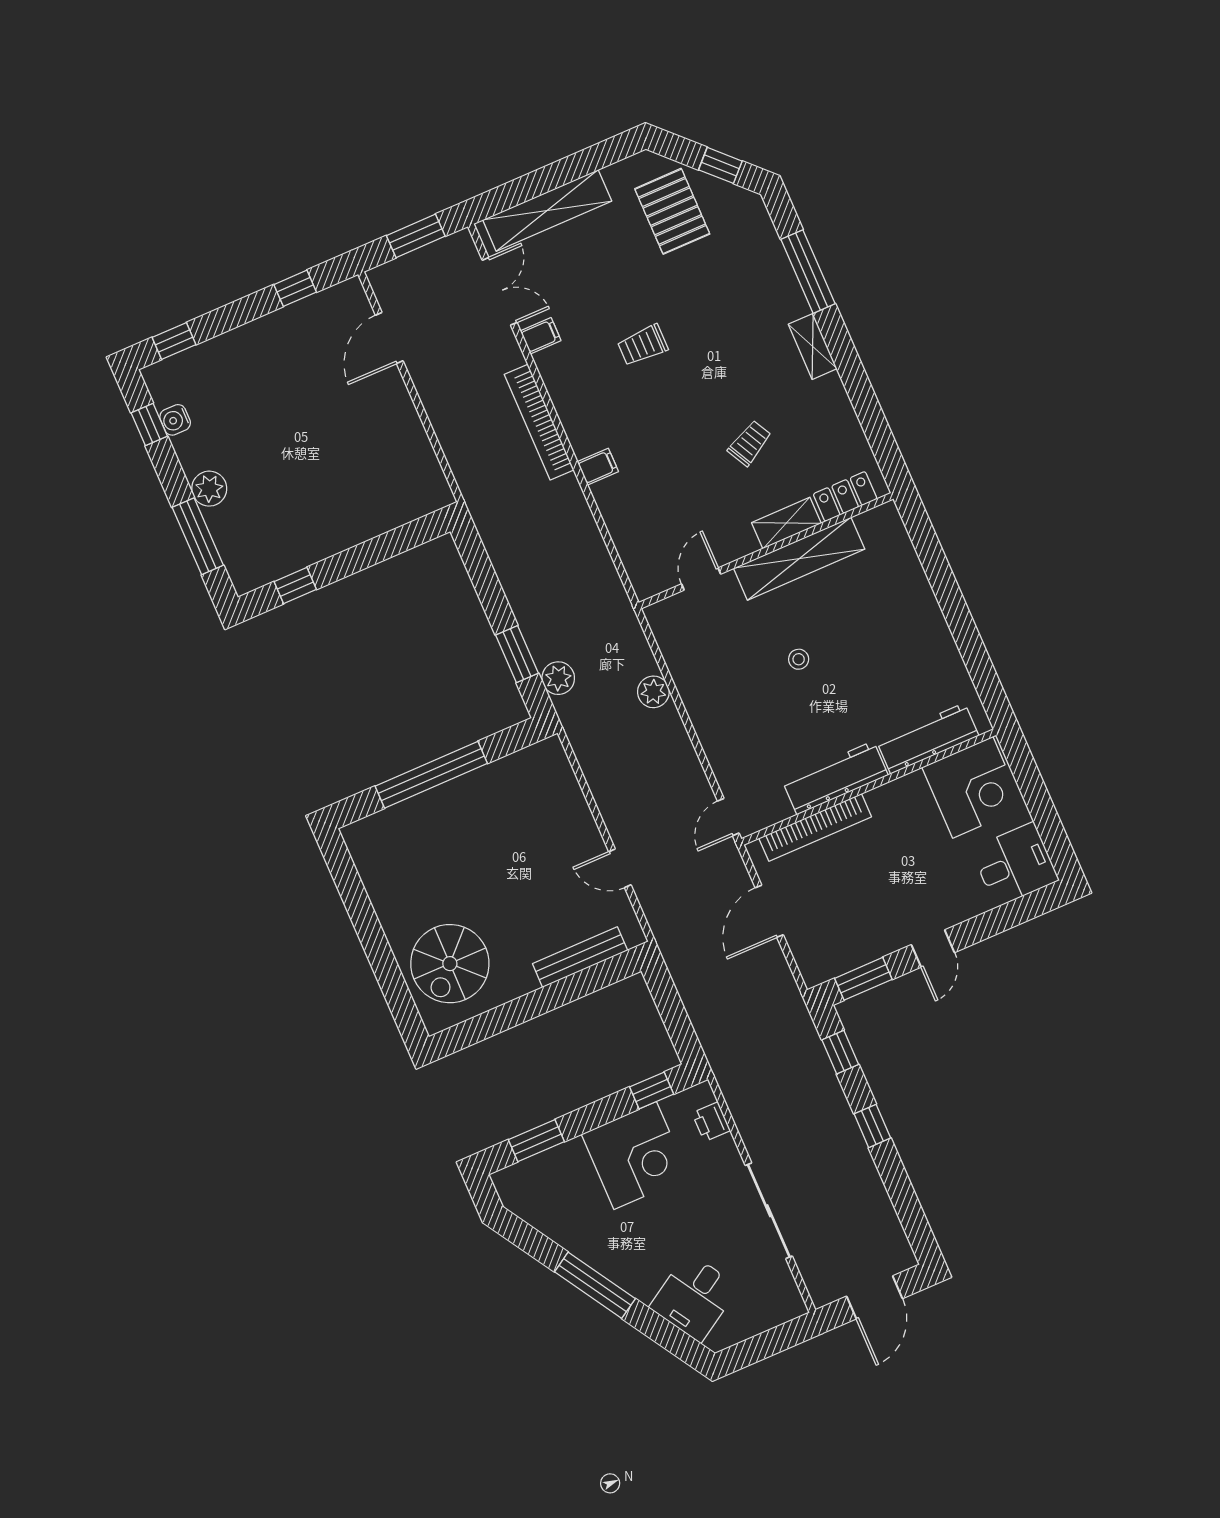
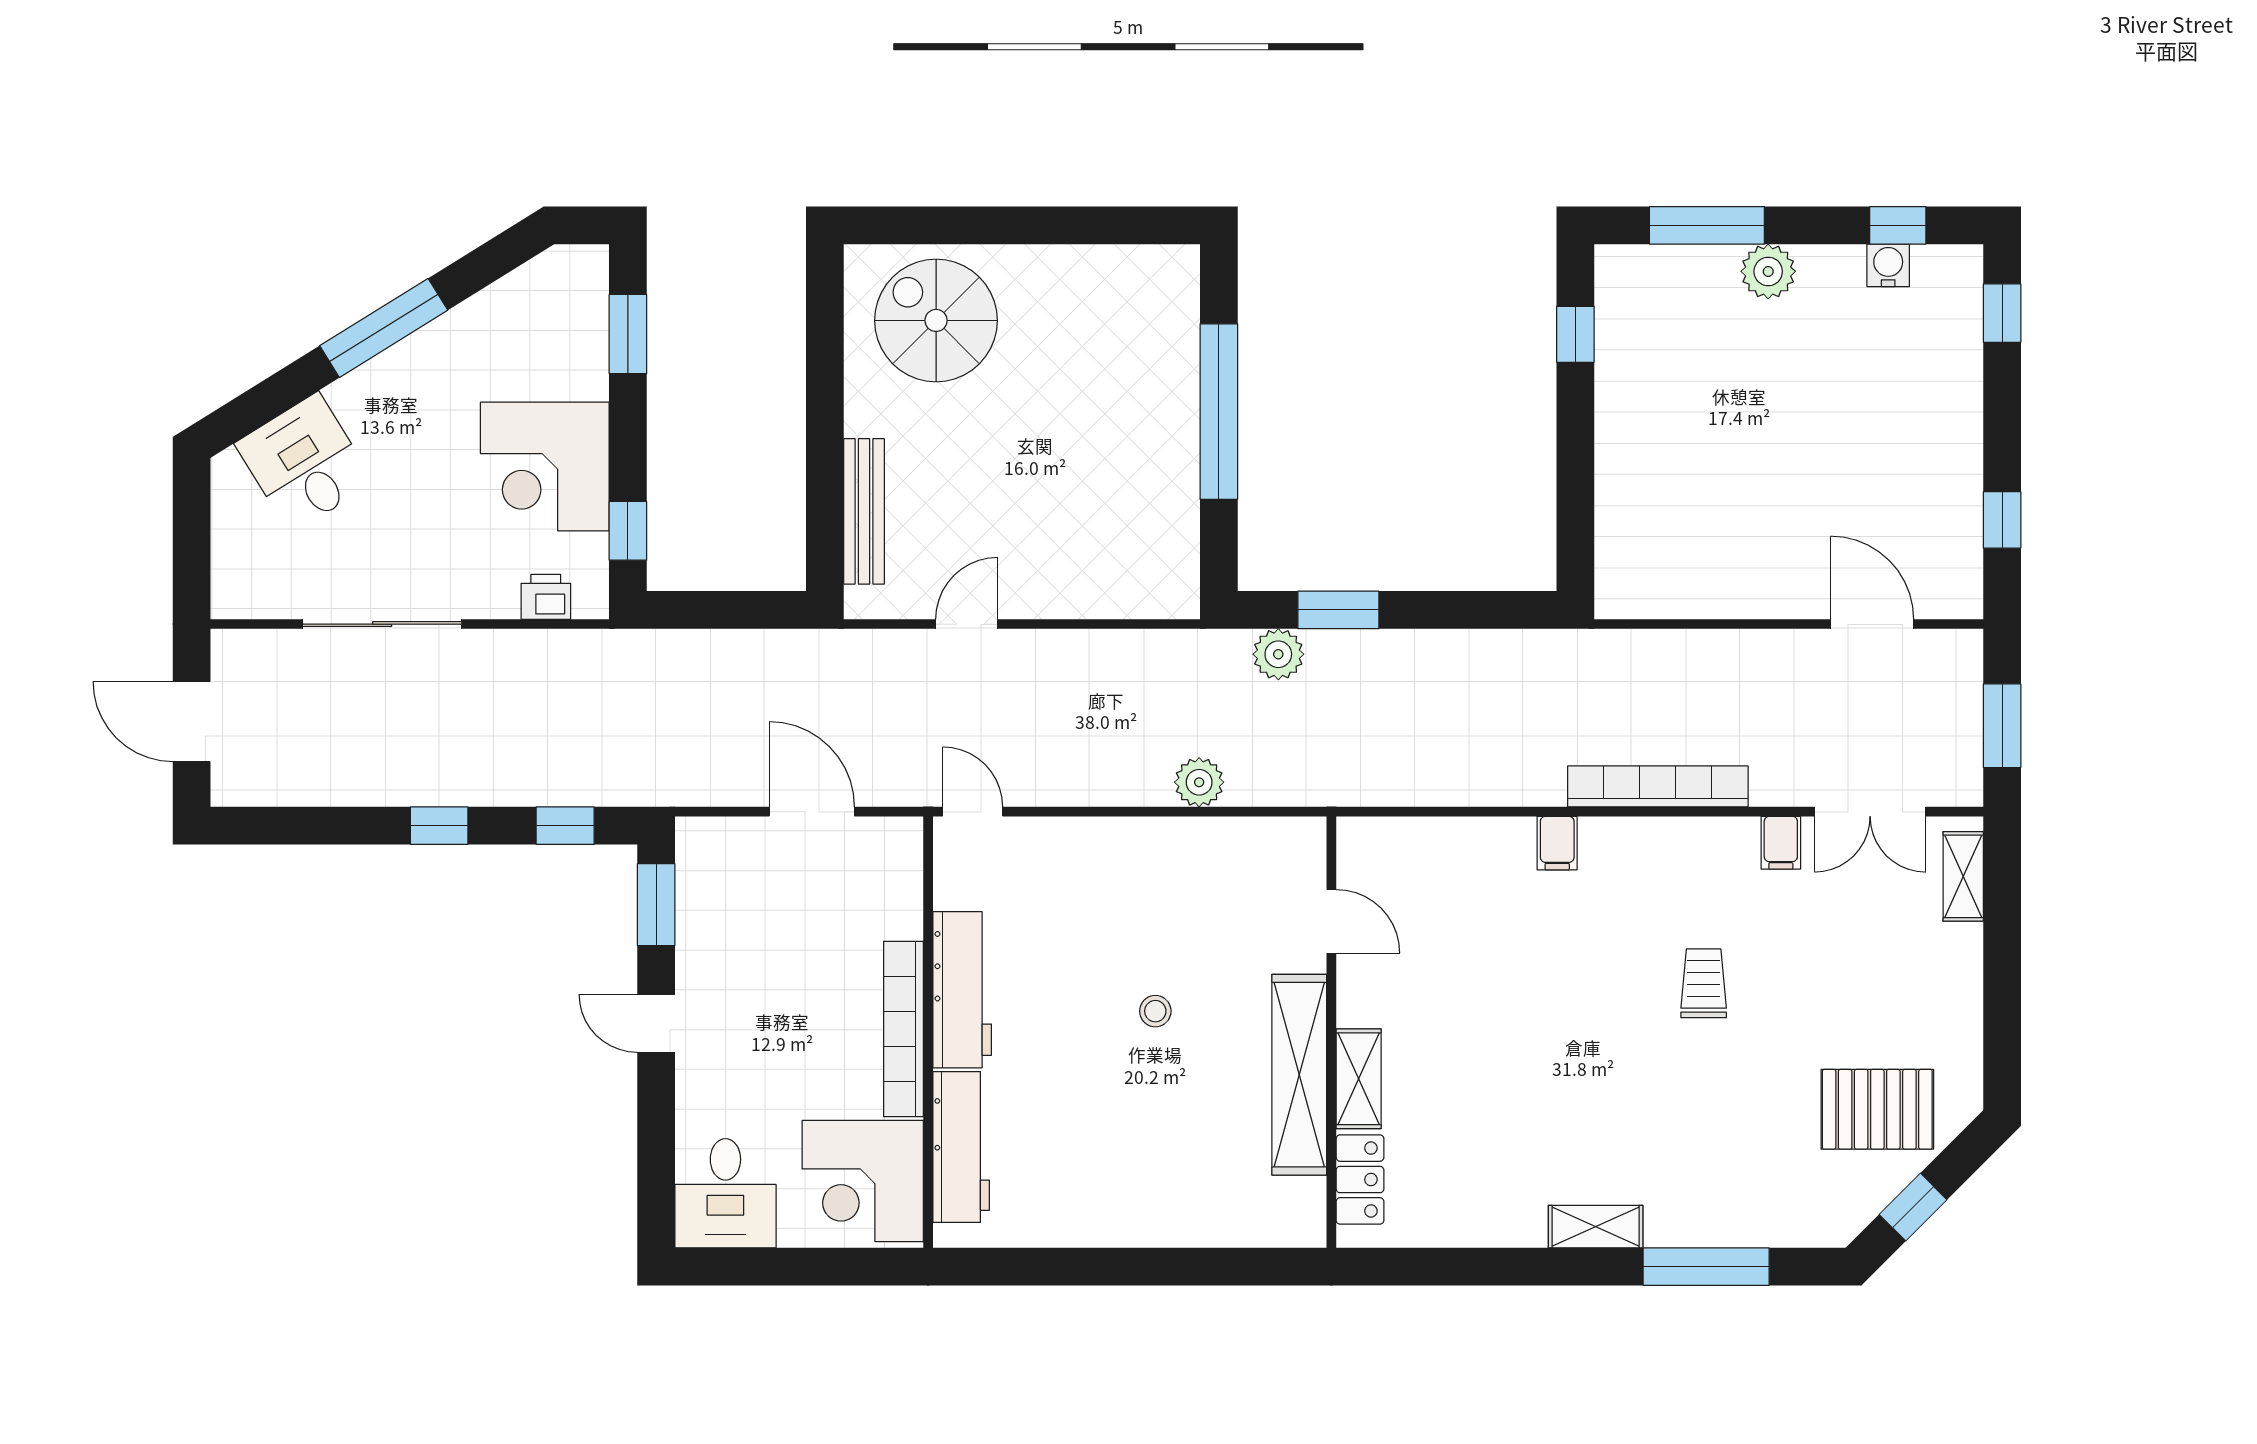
shelving: (547, 211) -> (1963, 876), width x0.45, depth x0.75
trolley: (750, 443) -> (1496, 1076), removed
bookcase: (815, 827) -> (903, 1029), moved

